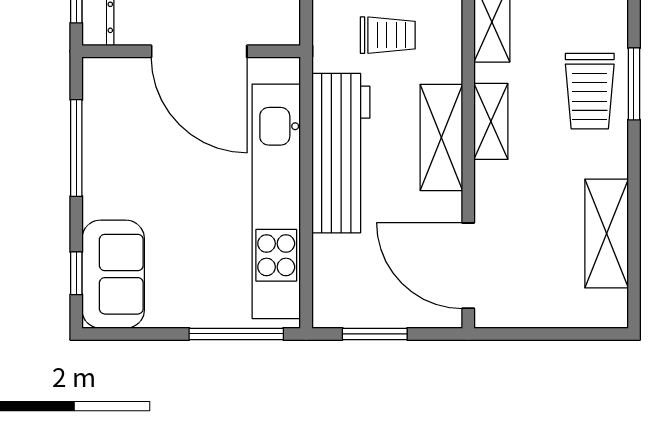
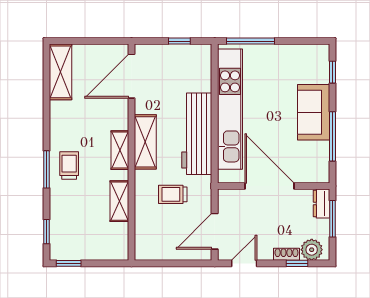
trolley: (590, 91) -> (69, 166), width x0.73, depth x0.72
shelving: (607, 234) -> (61, 72), moved
door: (468, 266) -> (132, 76), swing flipped
sofa: (113, 274) -> (314, 112), moved
window: (375, 334) -> (179, 41), width x0.67

